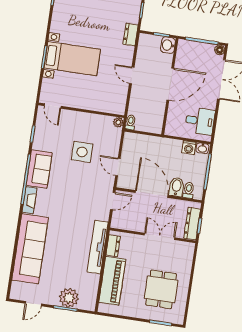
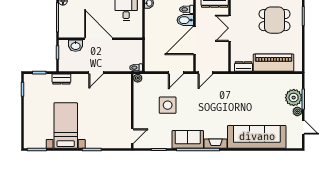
washbasin: (168, 45) -> (76, 46), moved
bed with nightstands: (72, 59) -> (66, 126), moved
washing machine: (189, 148) -> (150, 15), removed
door: (113, 201) -> (205, 73), swing flipped
tv unit: (98, 247) -> (247, 80), removed
plant: (52, 300) -> (297, 111), added

